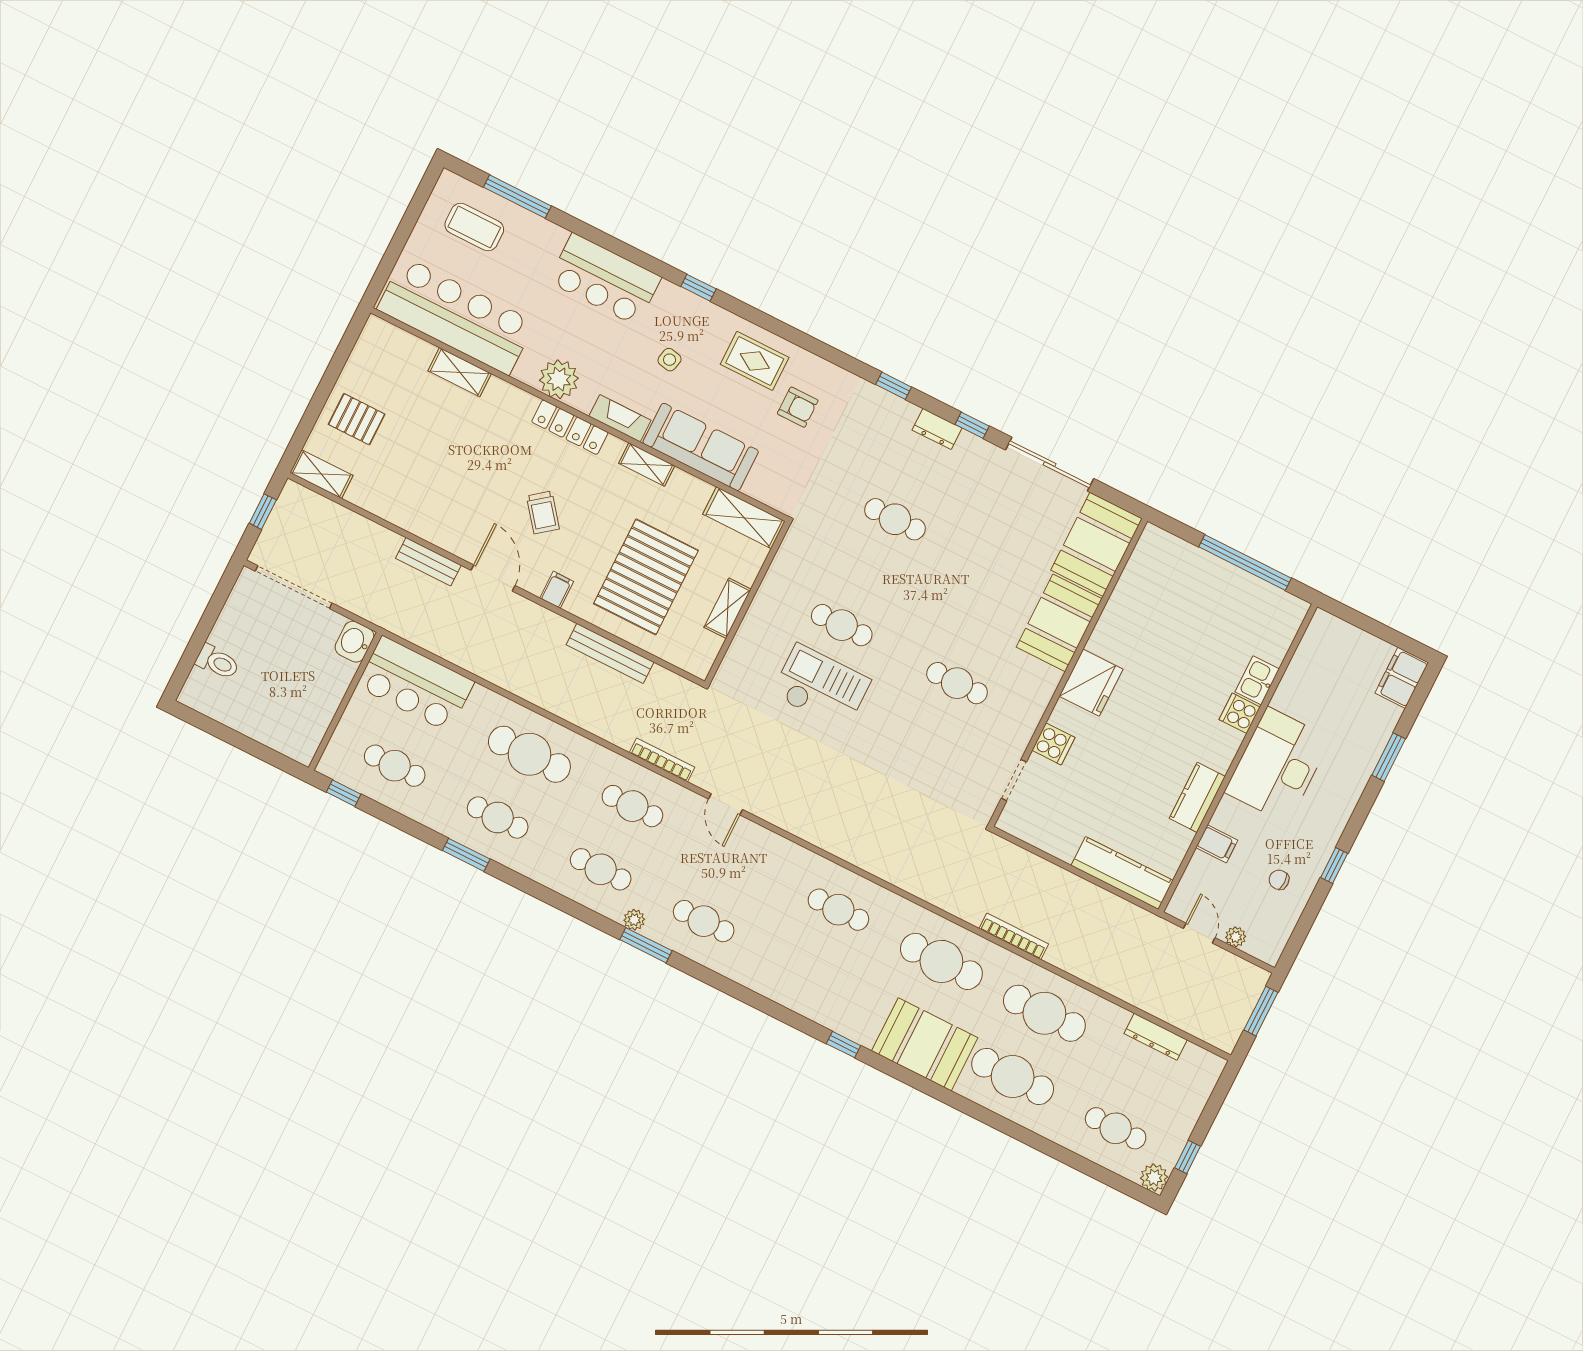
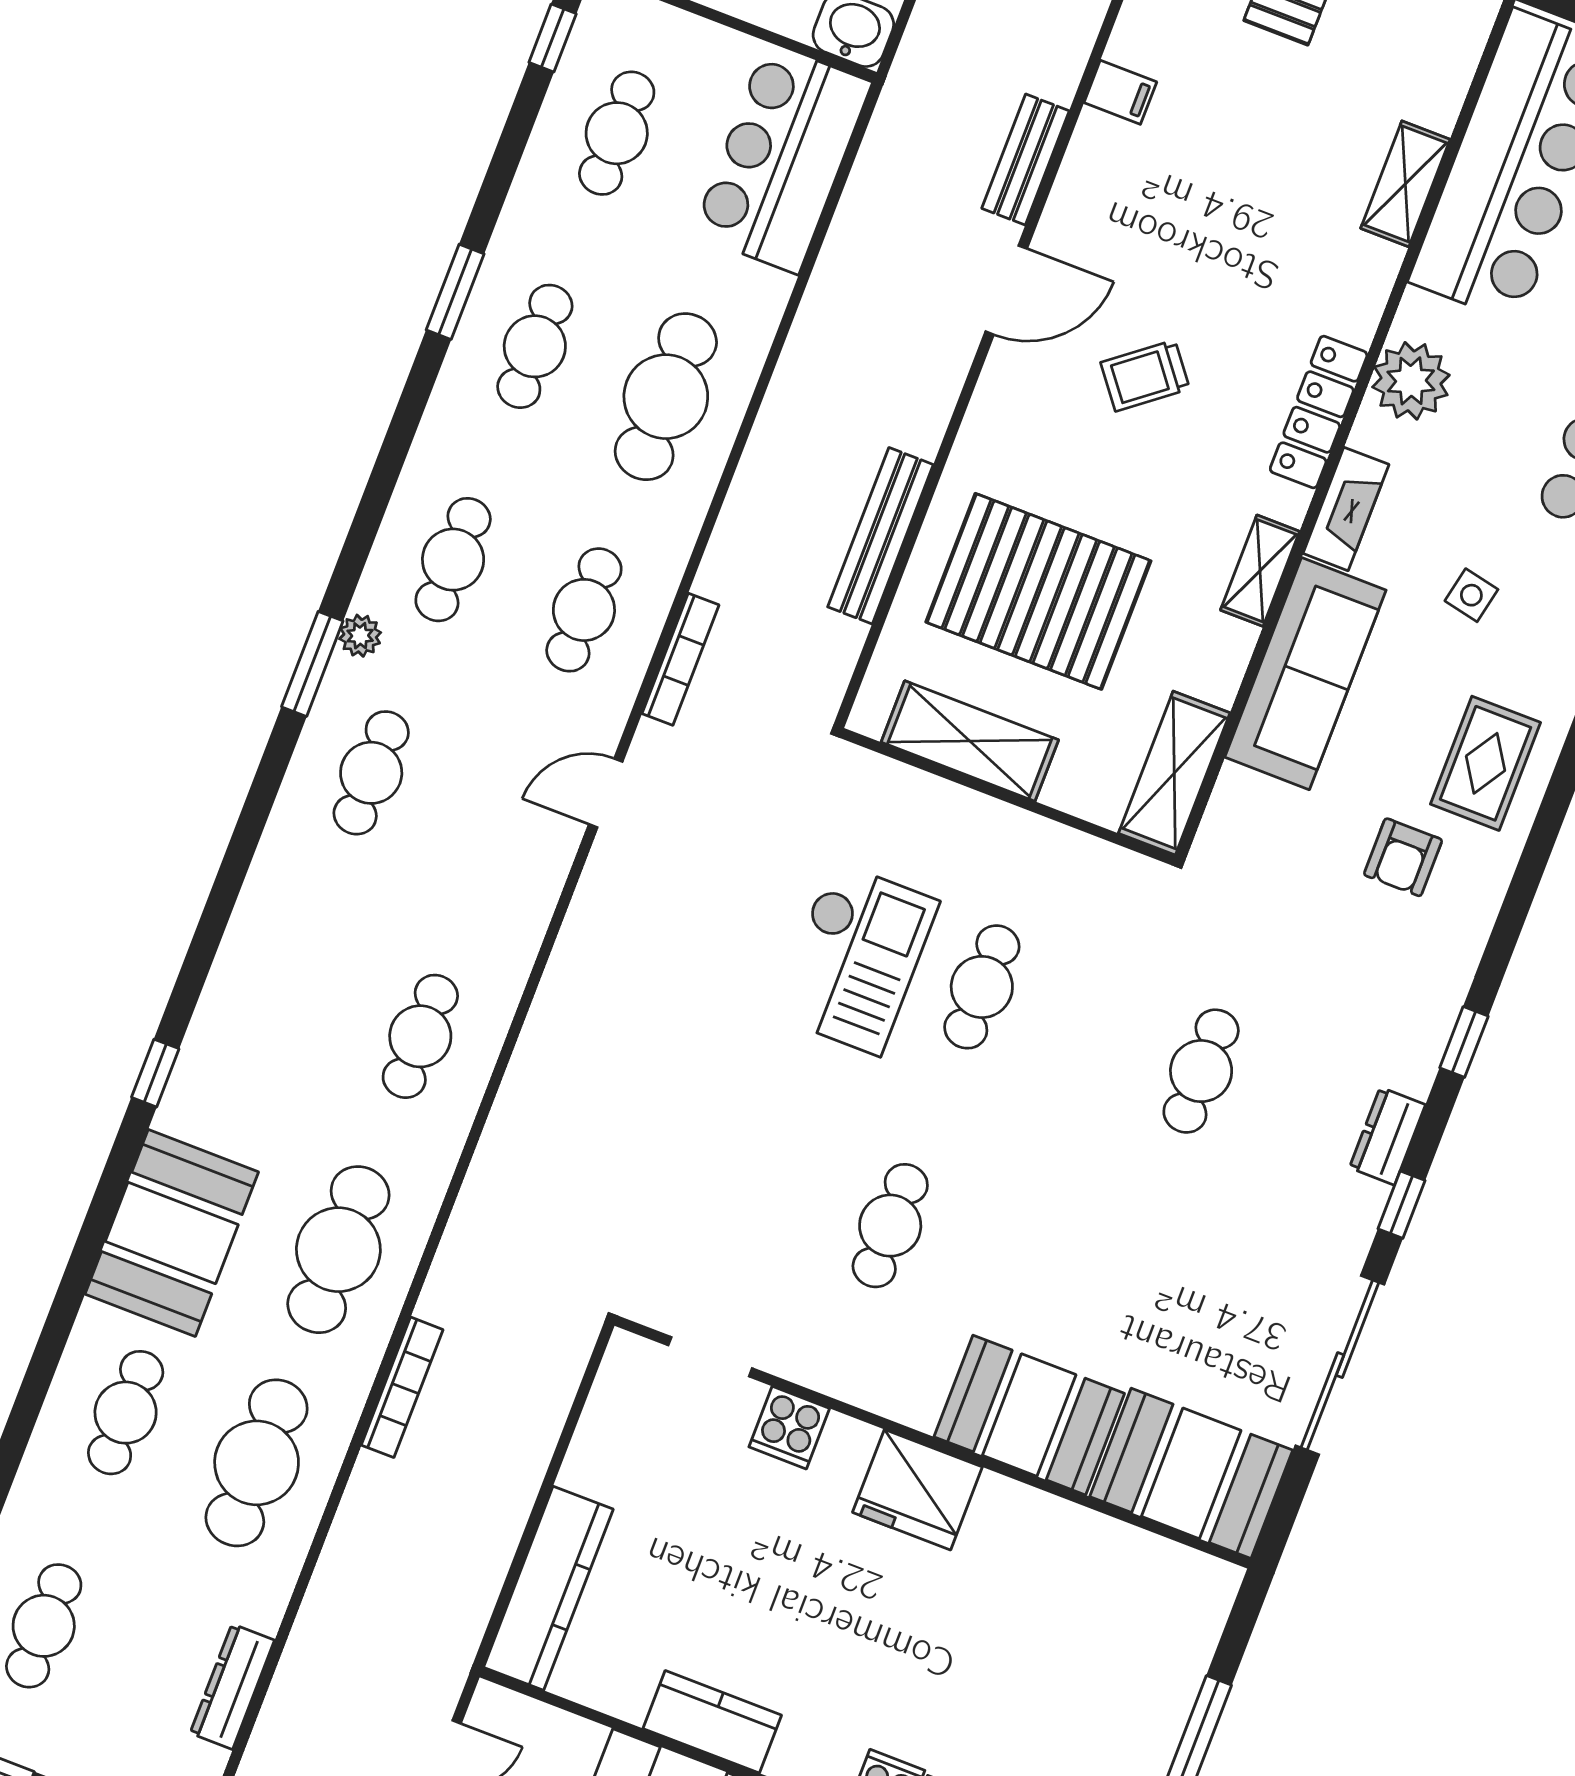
filing cabinet: (557, 590) -> (1120, 92), moved
shelving: (728, 608) -> (970, 741), width x1.50, depth x1.33
cafe table: (1013, 1076) -> (126, 1413), width x0.73, depth x0.74

